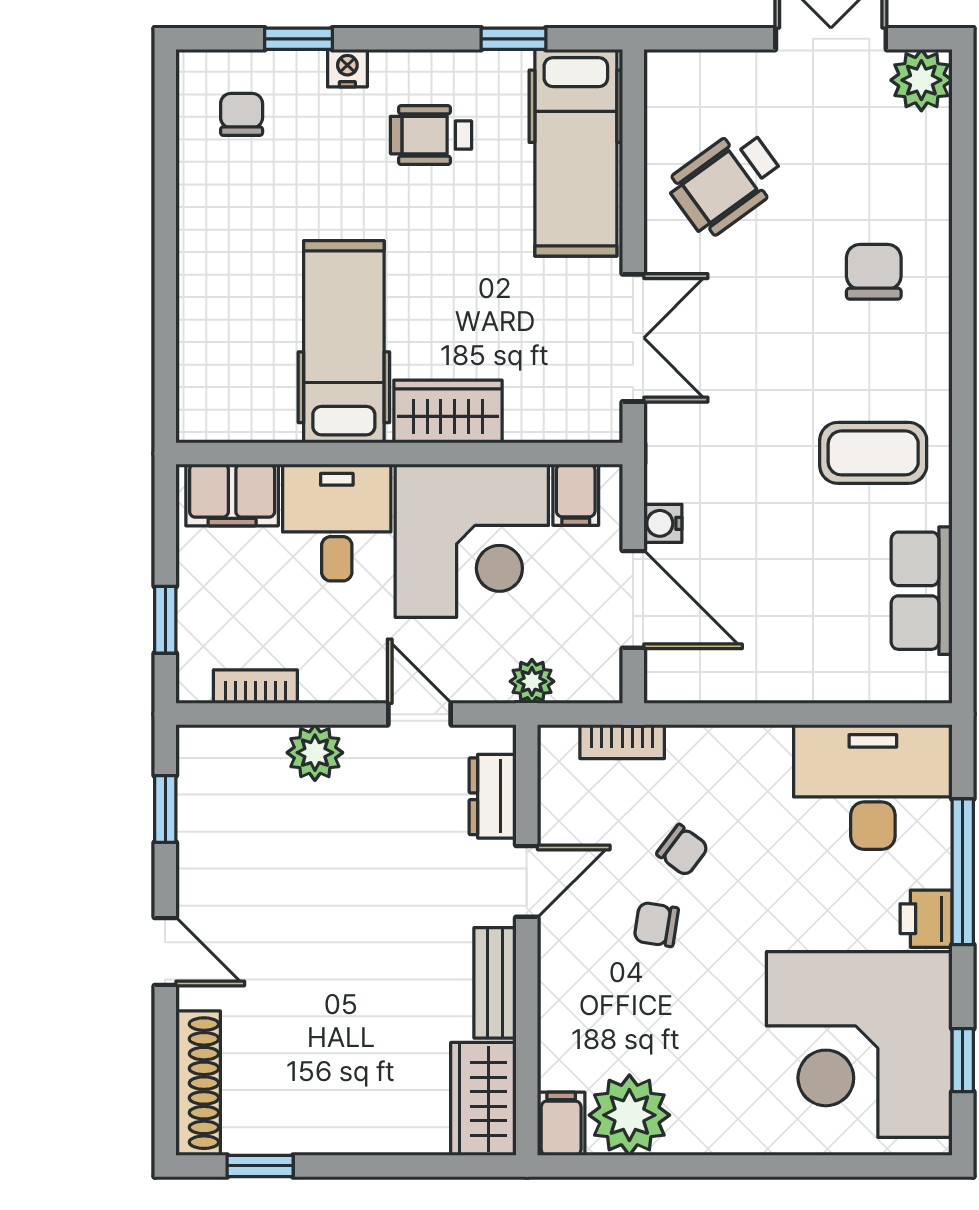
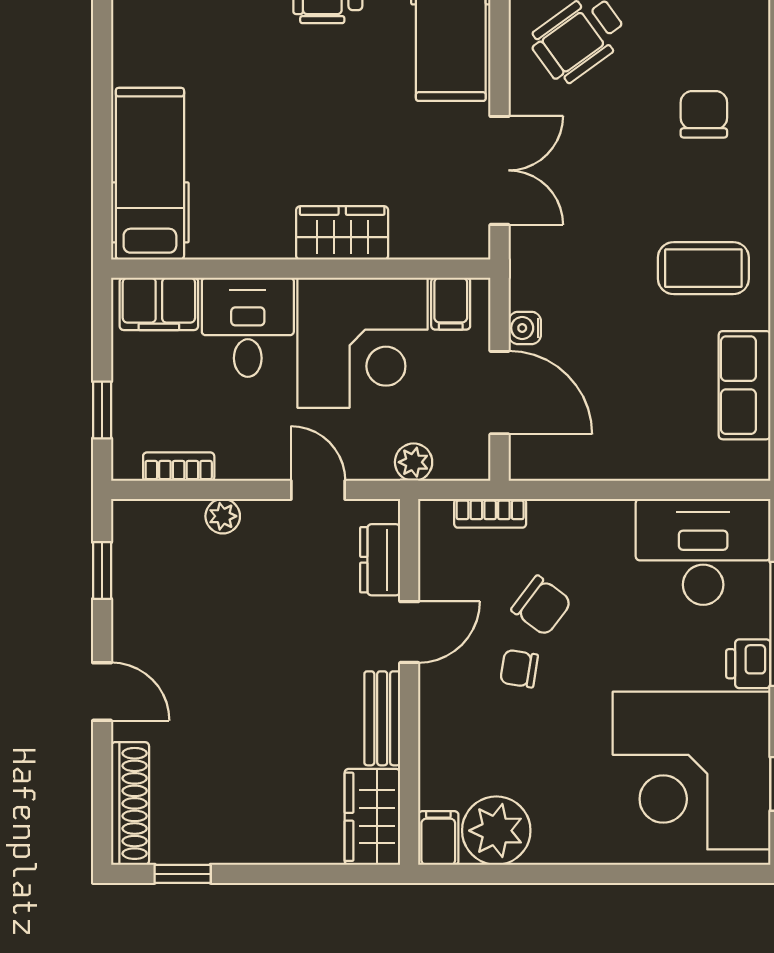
hospital bed: (344, 342) -> (150, 174), moved
plant: (315, 753) -> (223, 516), width x0.73, depth x0.73
chair: (683, 850) -> (542, 606), width x1.37, depth x1.37

